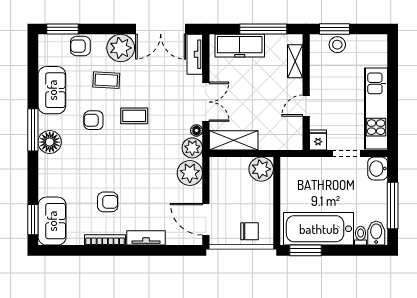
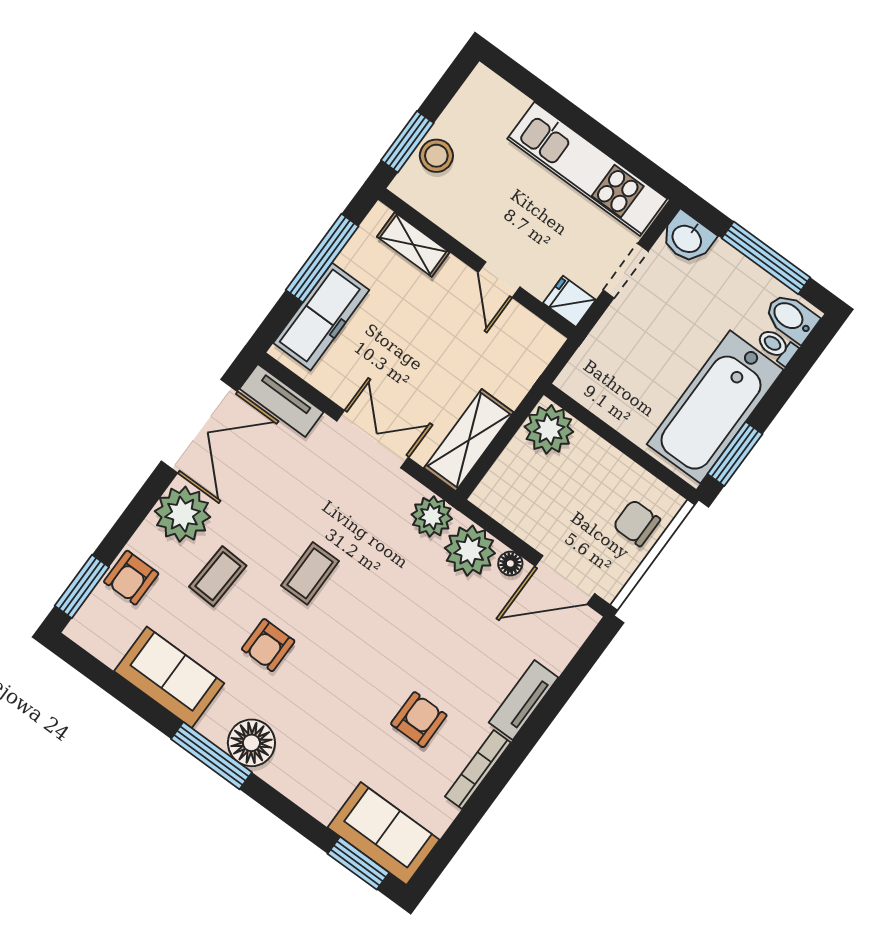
floor lamp: (197, 130) -> (510, 563), moved
chair: (249, 231) -> (637, 523), turned -90

